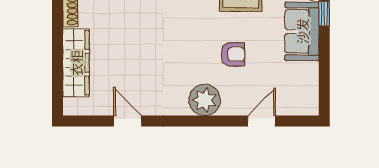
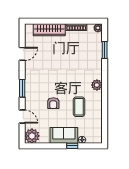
plant: (205, 100) -> (32, 136), moved
window: (201, 121) -> (22, 88), added

